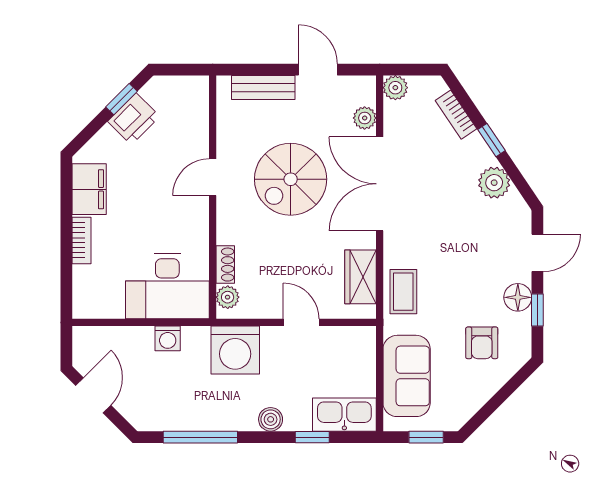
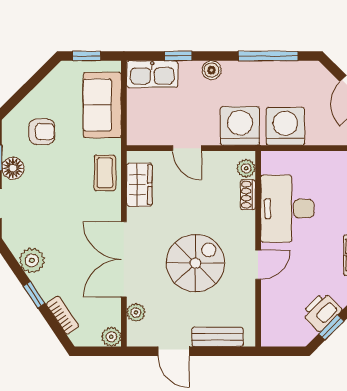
double door: (380, 184) -> (124, 259), swing flipped
desk: (167, 286) -> (287, 209), moved, turned -90
washing machine: (168, 338) -> (285, 126), width x1.89, depth x1.89
armchair: (482, 343) -> (42, 132), turned 90

